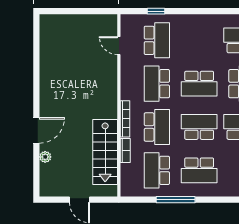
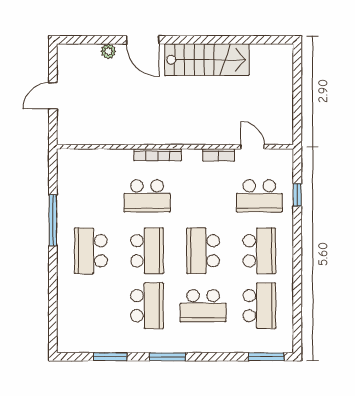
door: (119, 46) -> (252, 147), hinge flipped
school desk: (157, 84) -> (259, 251), moved, turned 90
bookcase: (125, 150) -> (219, 155), moved
stairs: (105, 152) -> (207, 60), moved, turned 180
school desk: (157, 170) -> (91, 196), removed

